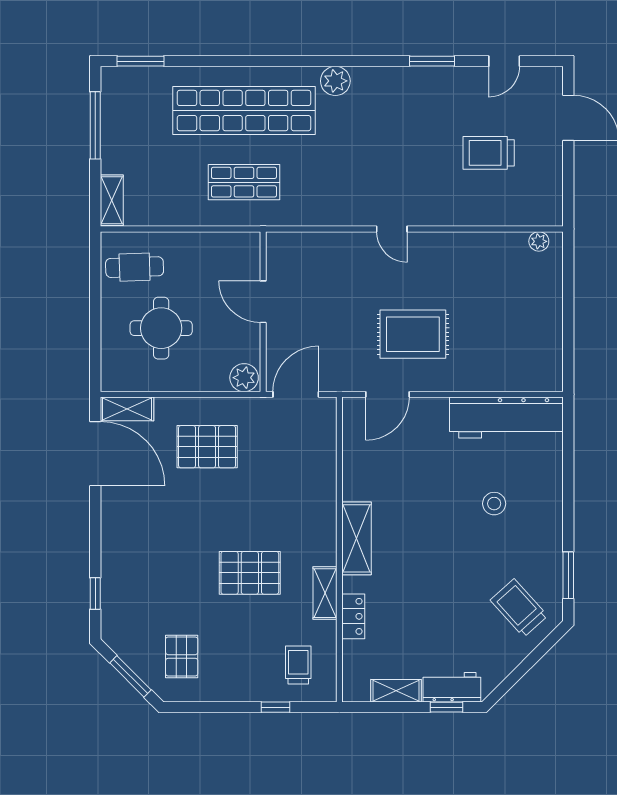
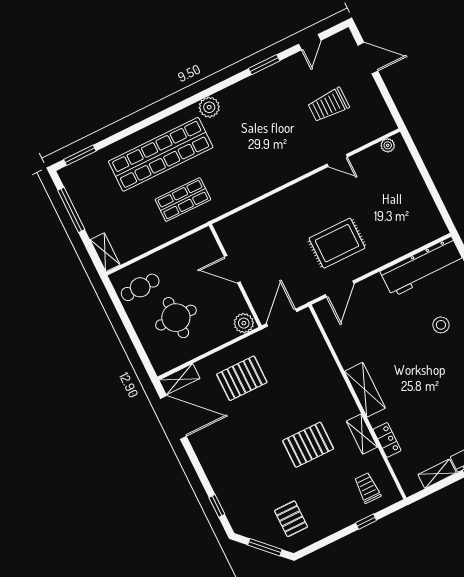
door: (392, 229) -> (337, 160), moved

